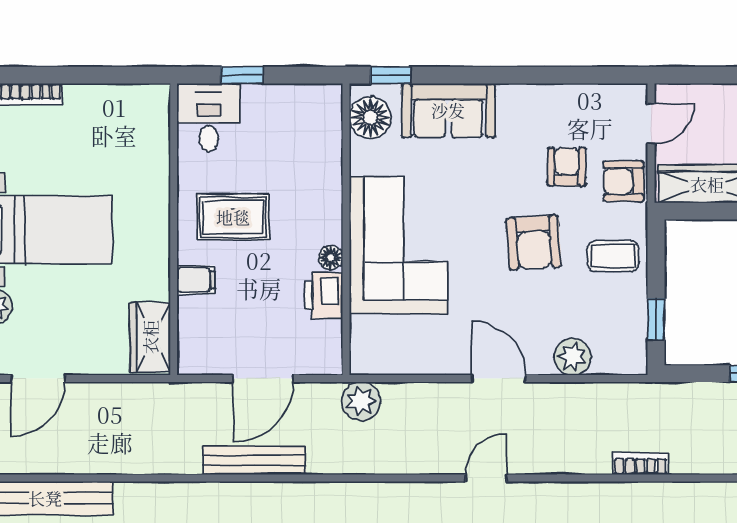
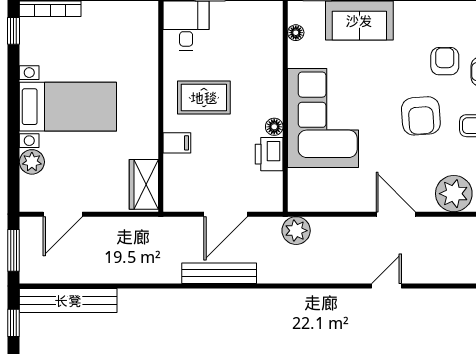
floor lamp: (370, 117) -> (296, 33), width x0.53, depth x0.53
plant: (572, 357) -> (454, 194), width x1.36, depth x1.36

